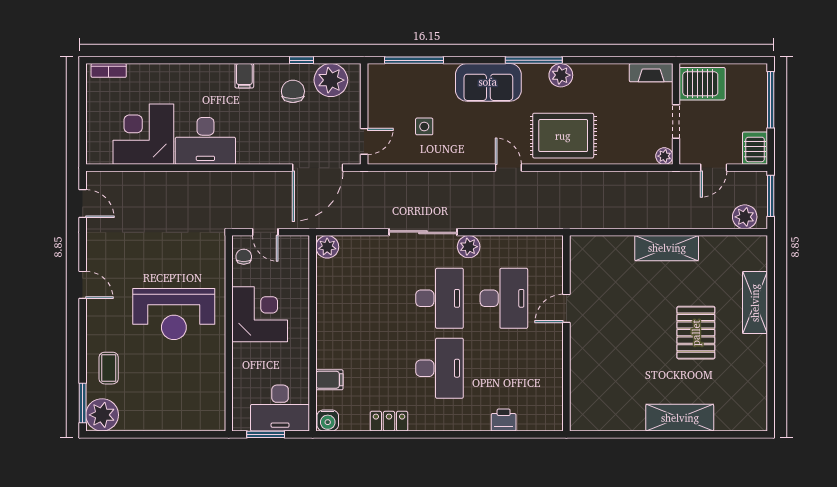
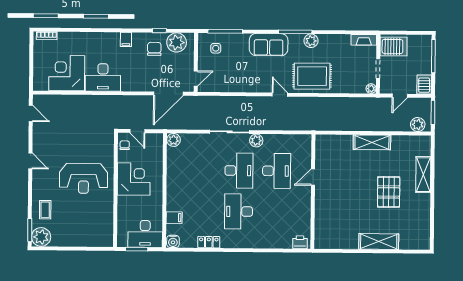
side table: (424, 126) -> (216, 48), moved
desk: (439, 368) -> (239, 211), turned 180
printer: (504, 420) -> (300, 242), moved

